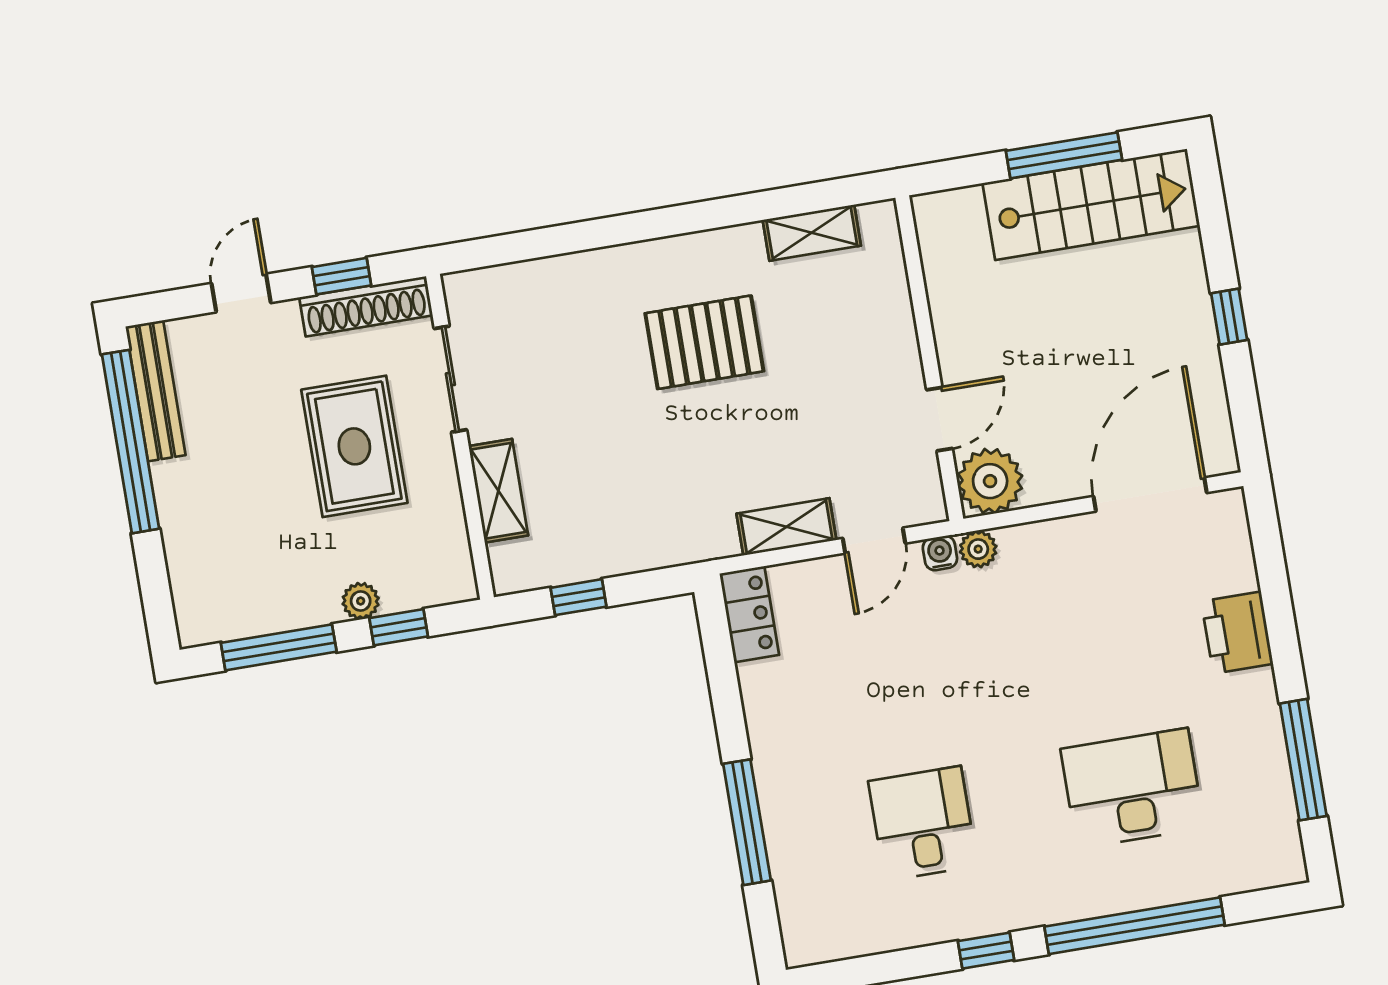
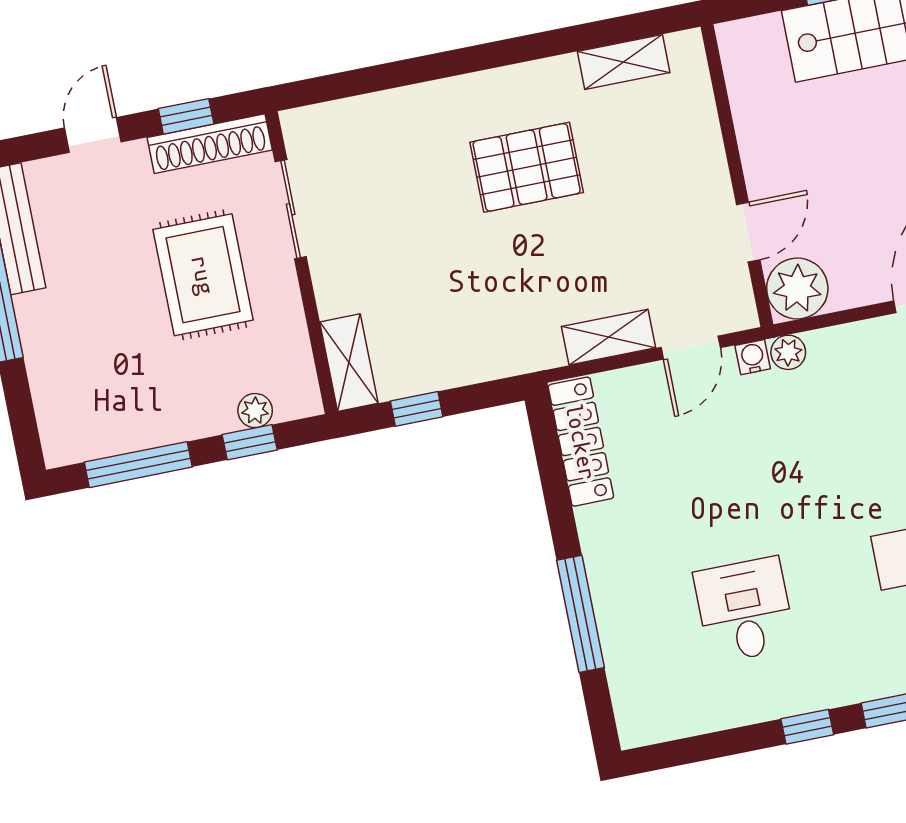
shelving: (498, 491) -> (349, 363), moved
plant: (361, 601) -> (255, 411), moved
locker: (749, 614) -> (581, 442), width x1.53

